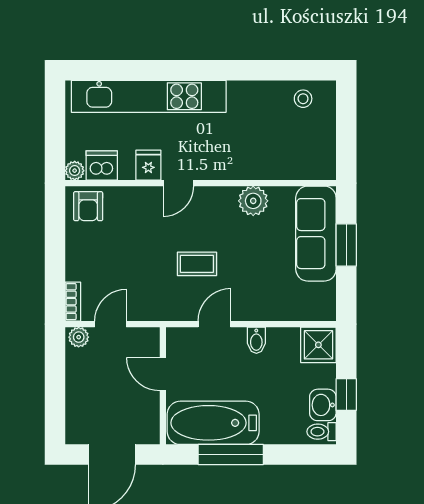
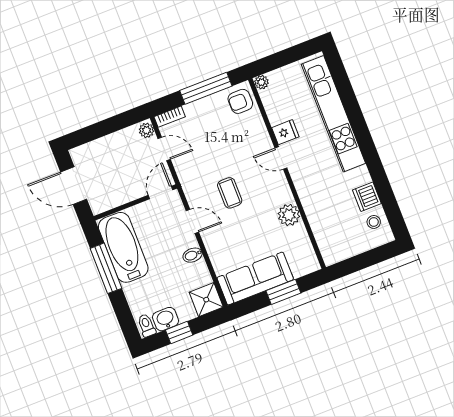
dishwasher: (102, 165) -> (367, 197), moved, turned 180
sofa: (316, 234) -> (255, 279), moved
window: (55, 243) -> (206, 88), added
door: (163, 374) -> (161, 192), moved

